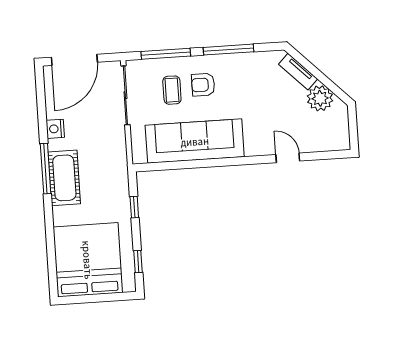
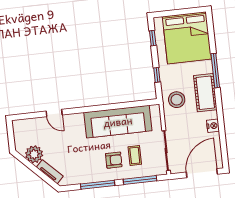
window: (46, 169) -> (215, 71), moved
stool: (107, 169) -> (177, 100), added

